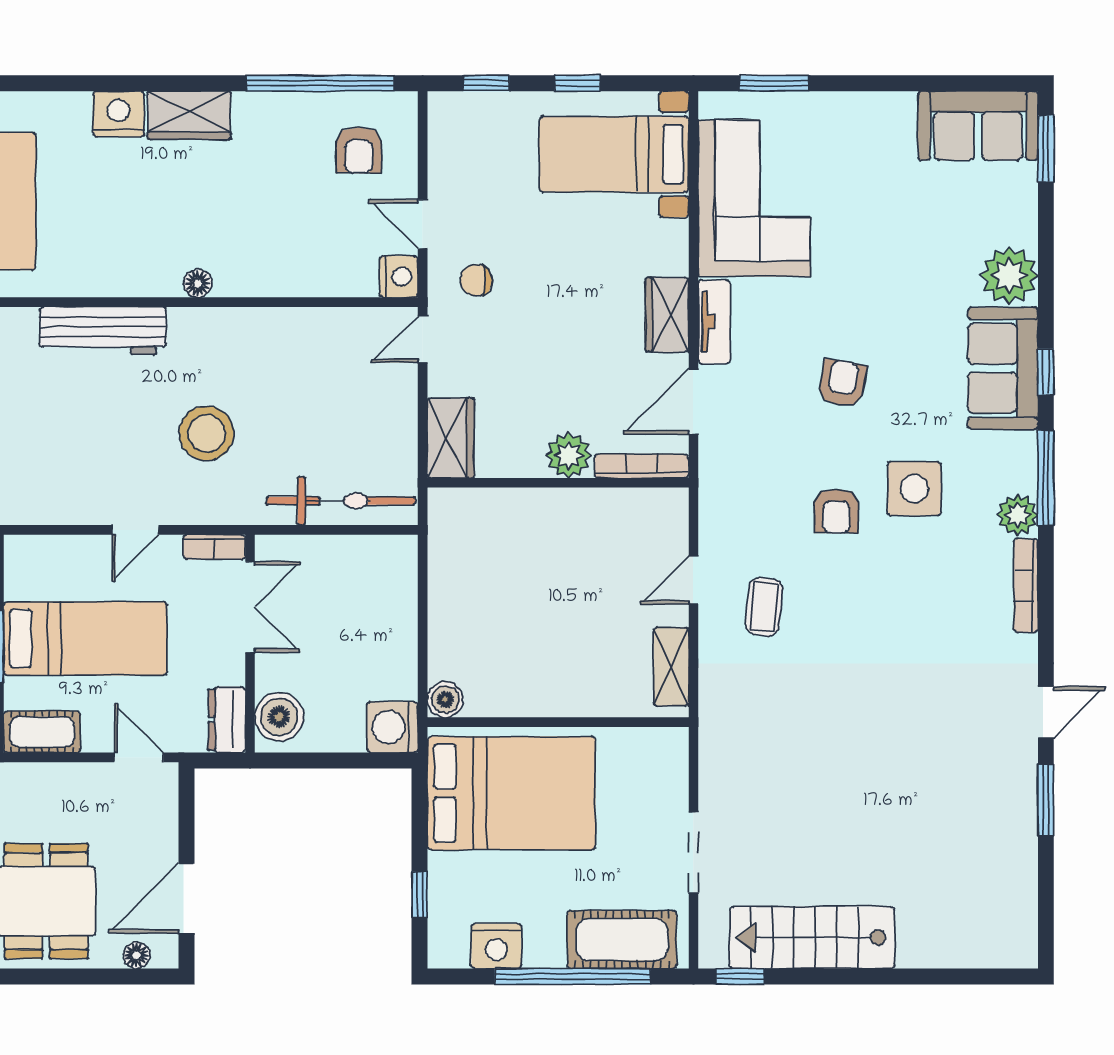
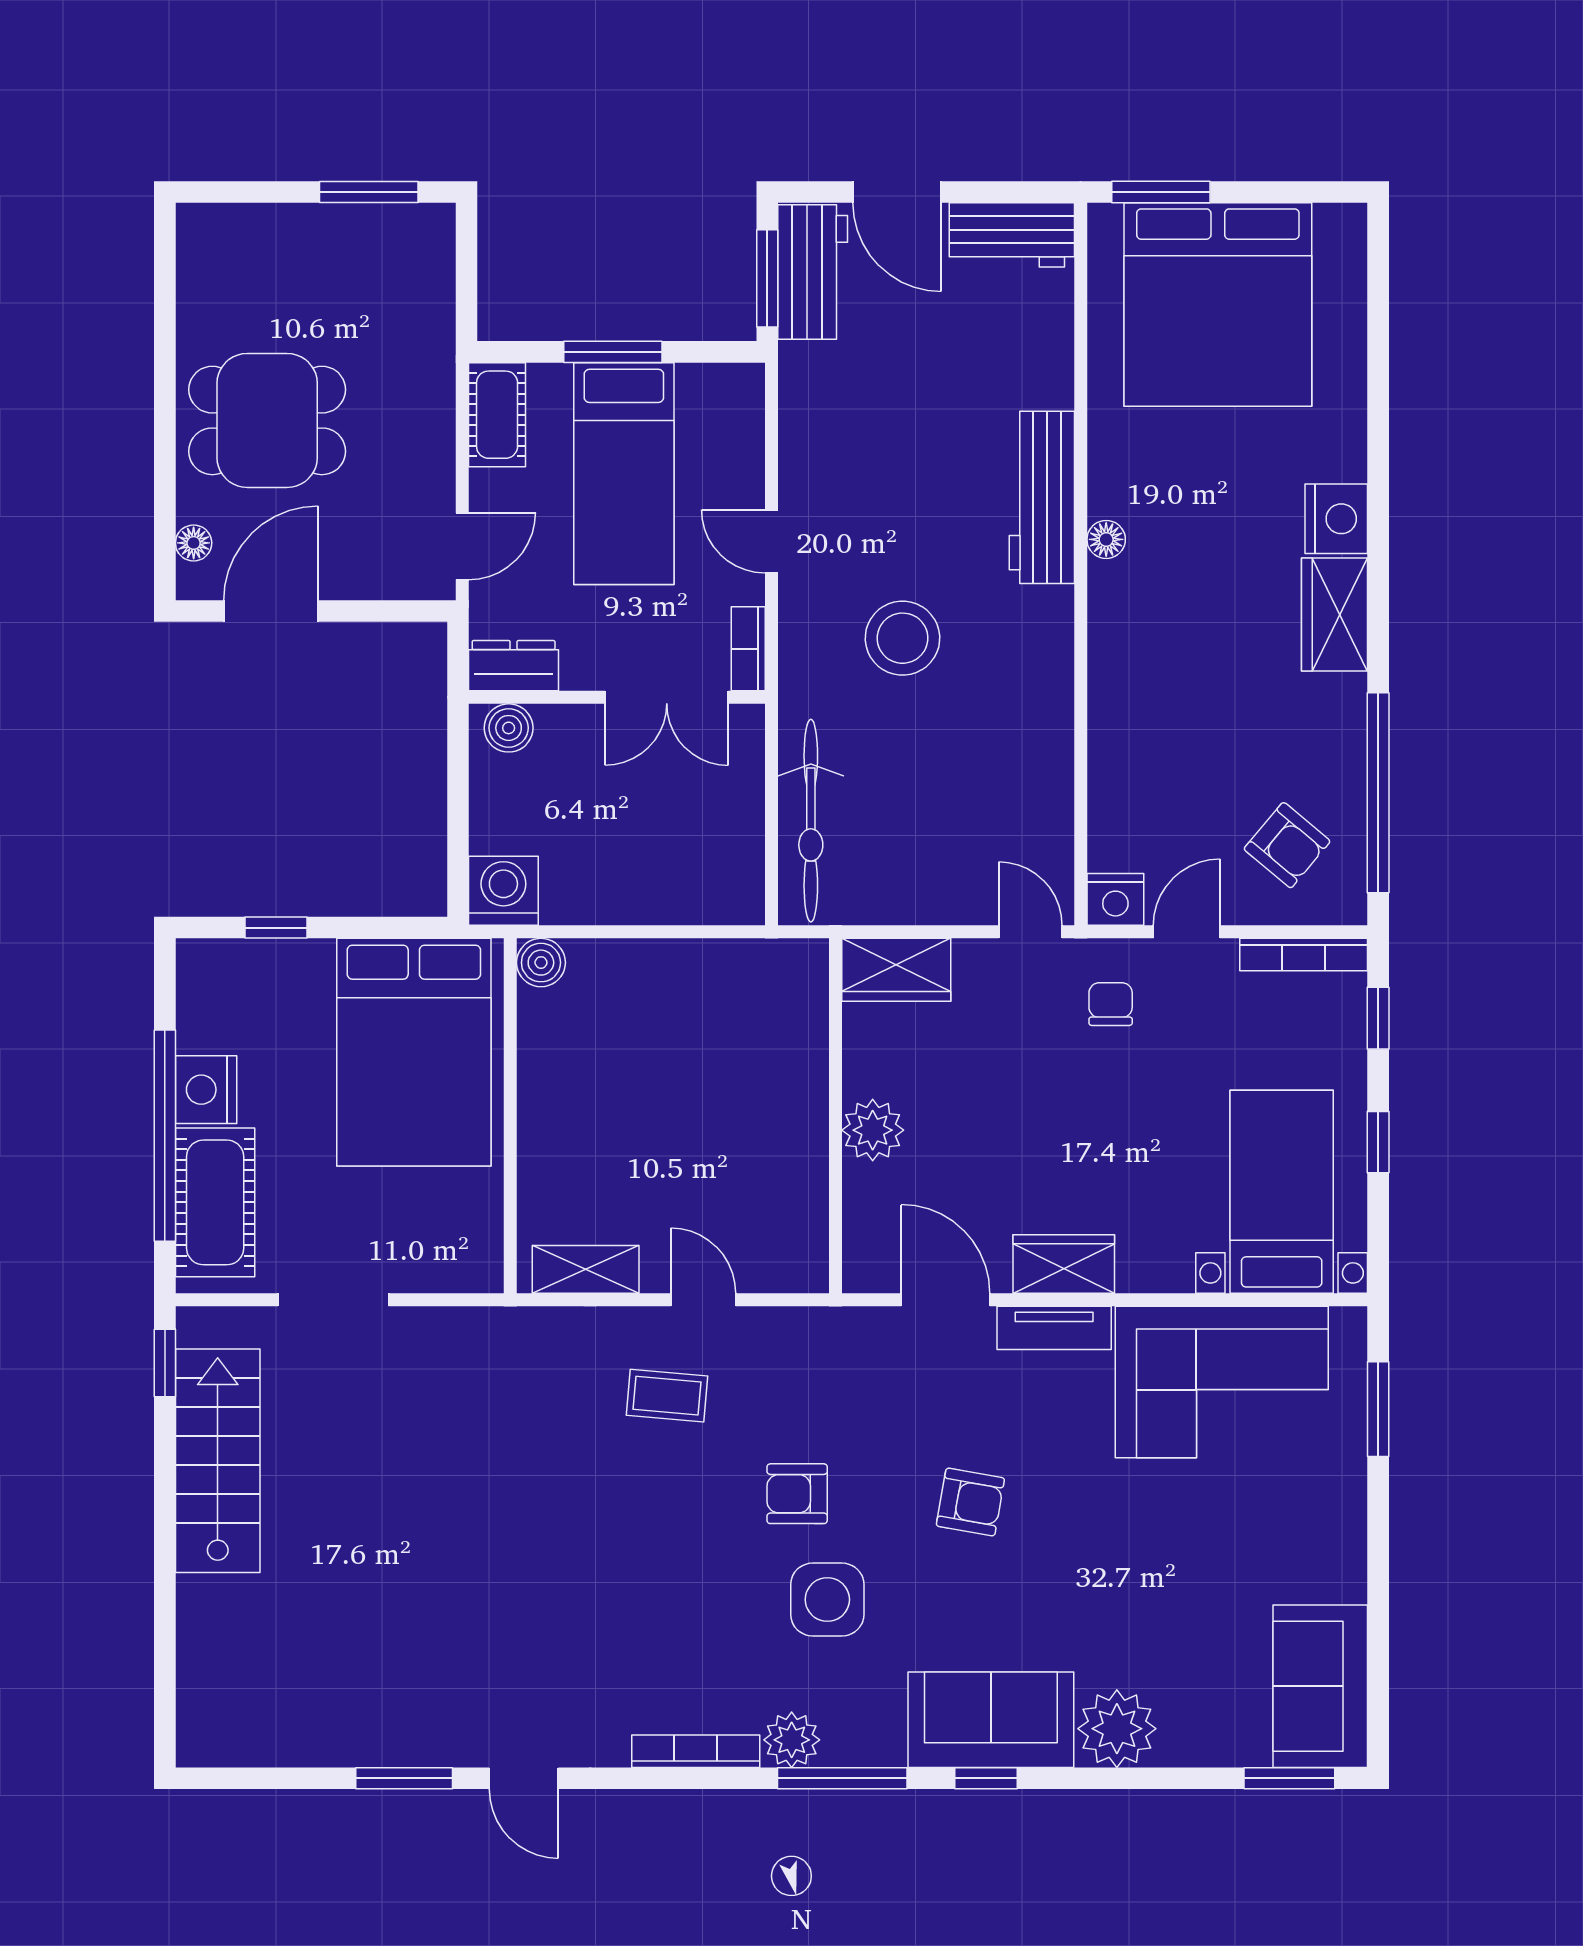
armchair: (359, 150) -> (1287, 845), turned -140
floor lamp: (198, 283) -> (1106, 539), moved
bookcase: (641, 466) -> (1304, 955), moved, turned 90
boiler: (279, 717) -> (509, 728), width x0.73, depth x0.73
door: (186, 898) -> (271, 611), hinge flipped
nightstand: (496, 946) -> (206, 1090), moved

